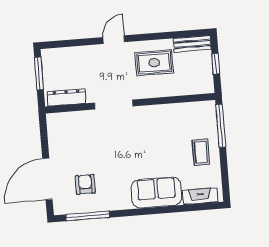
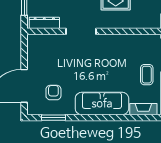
sofa: (156, 193) -> (102, 104), width x1.36
window: (88, 216) -> (54, 118), width x0.69

